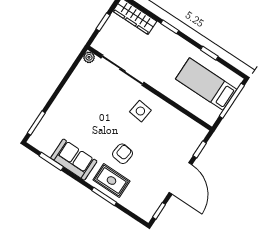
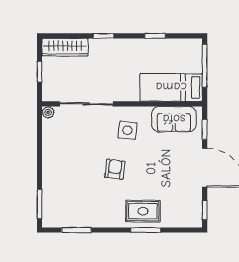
bed: (206, 84) -> (171, 87), moved
armchair: (123, 154) -> (115, 169), moved
sofa: (74, 160) -> (174, 119), moved, turned 180

